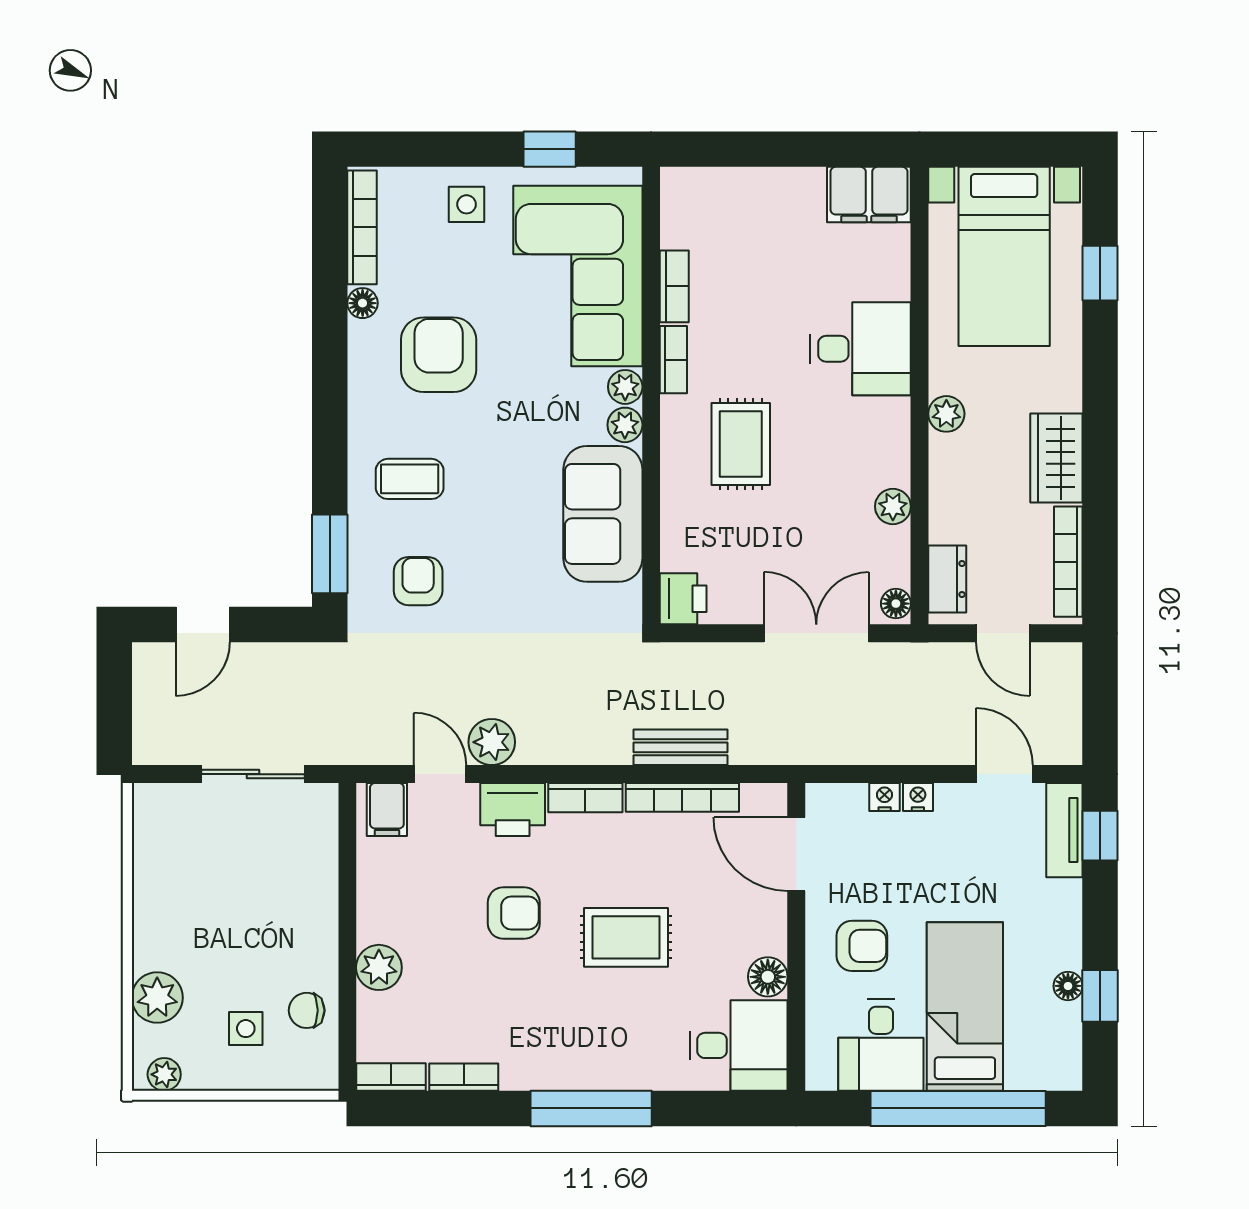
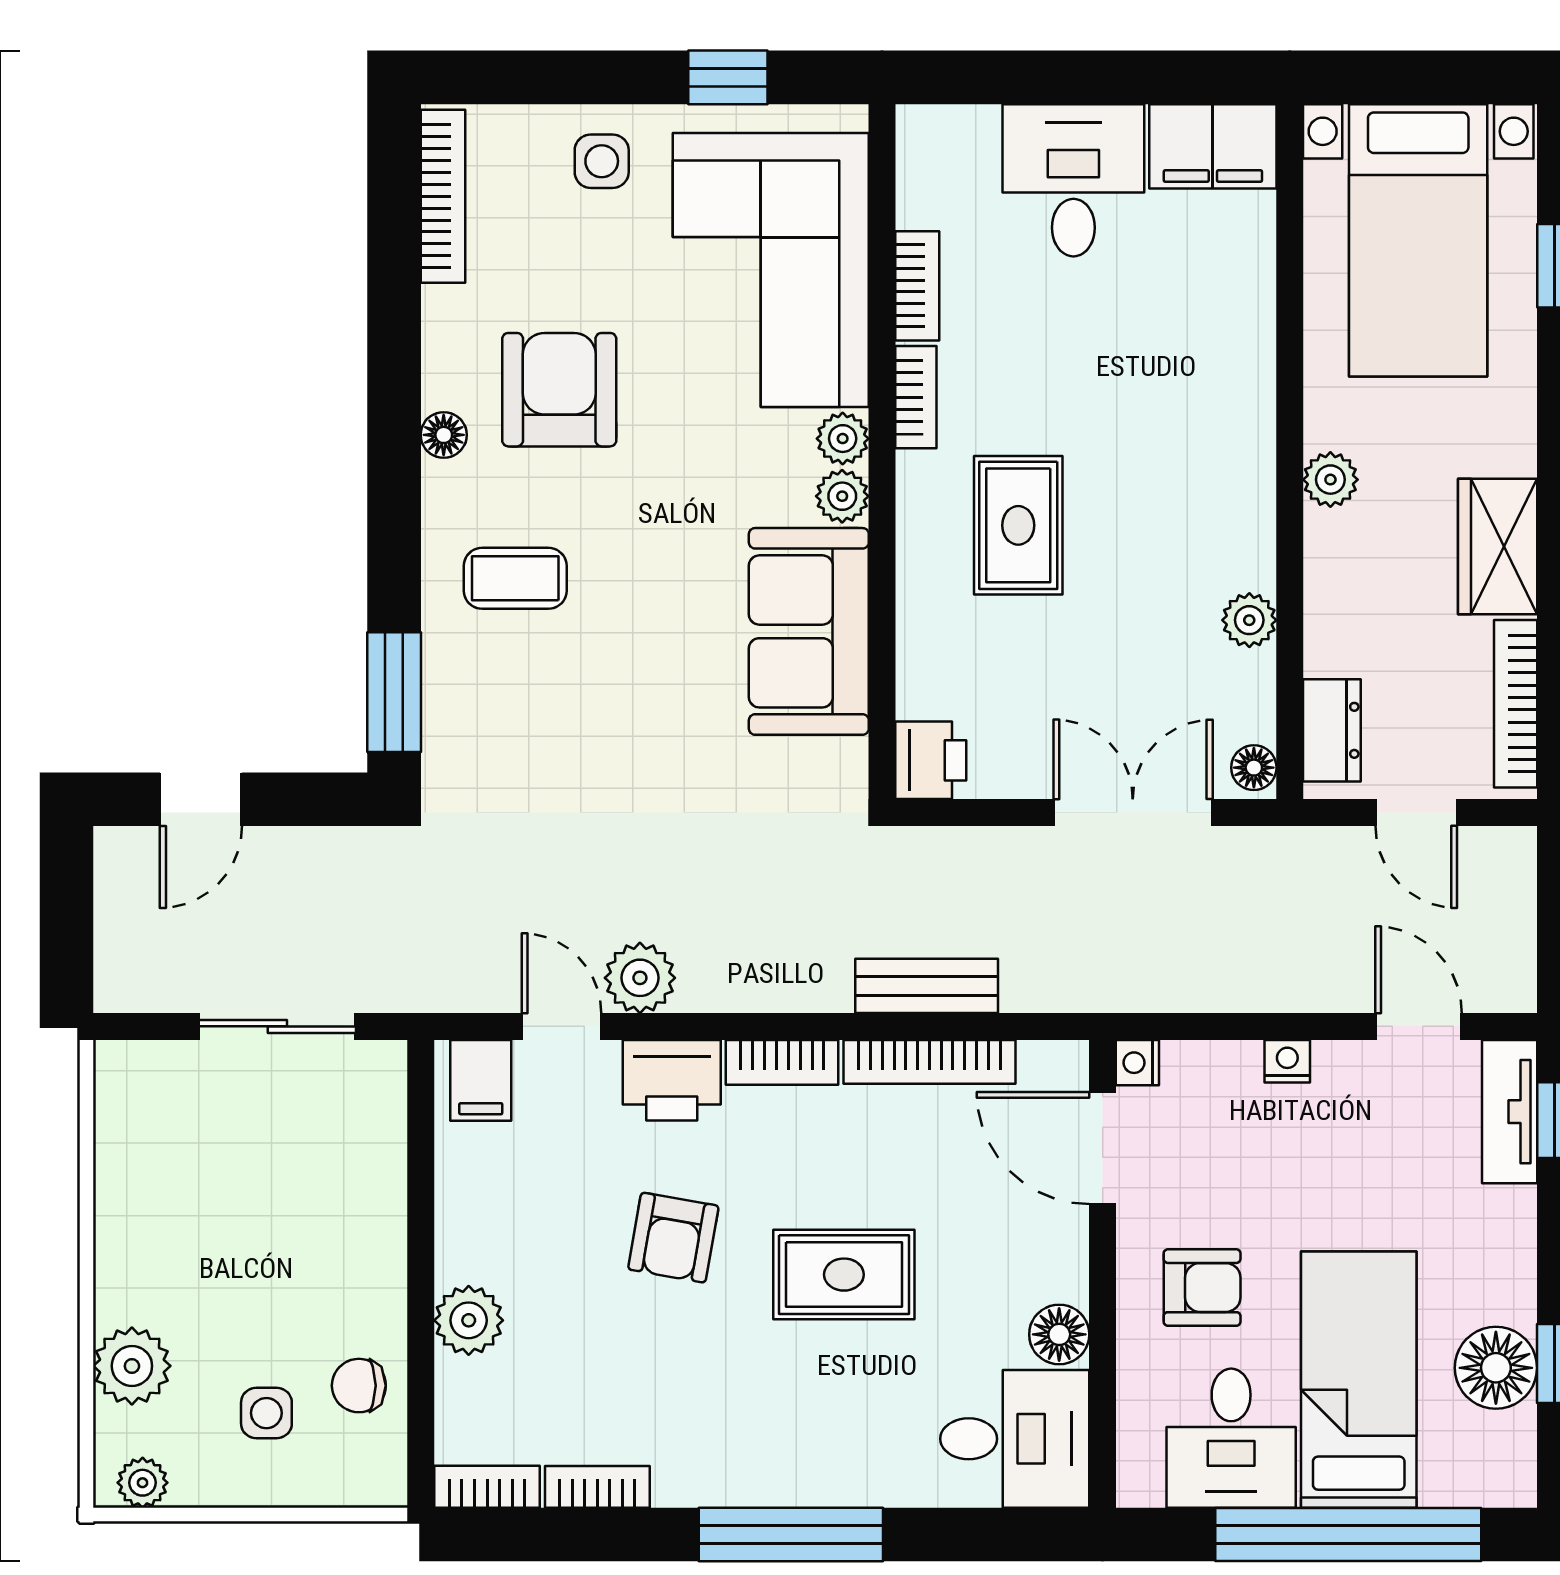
floor lamp: (363, 303) -> (444, 435), moved
desk: (861, 349) -> (1073, 180), moved, turned -90
armchair: (418, 581) -> (528, 733), removed
nightstand: (885, 797) -> (1137, 1063), moved, turned -90
armchair: (514, 913) -> (673, 1238), turned 100
floor lamp: (1068, 986) -> (1496, 1368), width x1.89, depth x1.89

